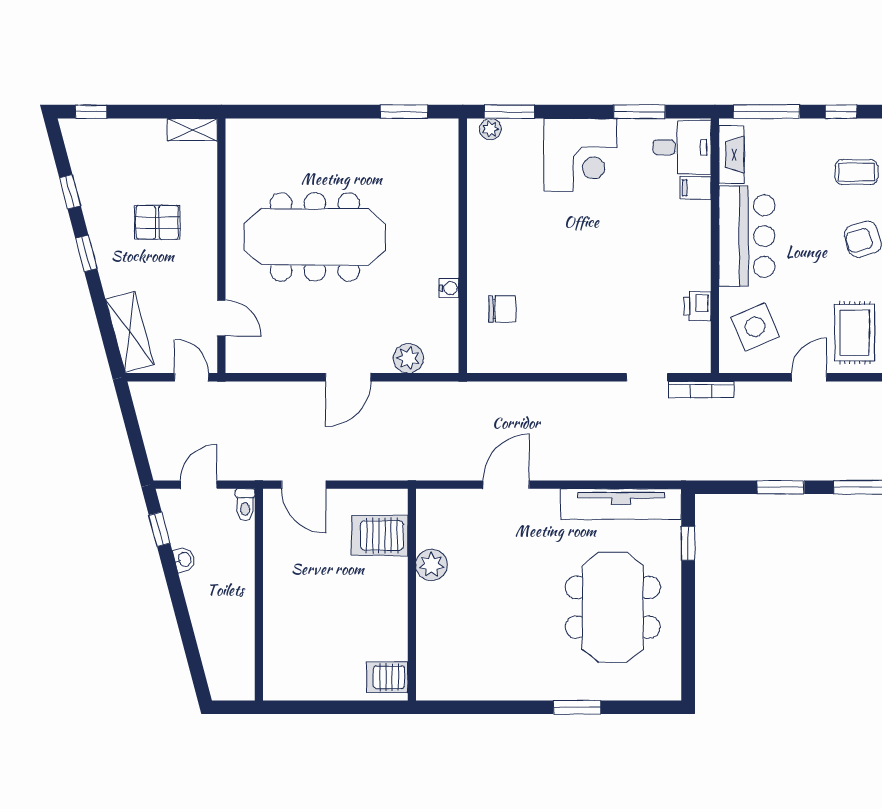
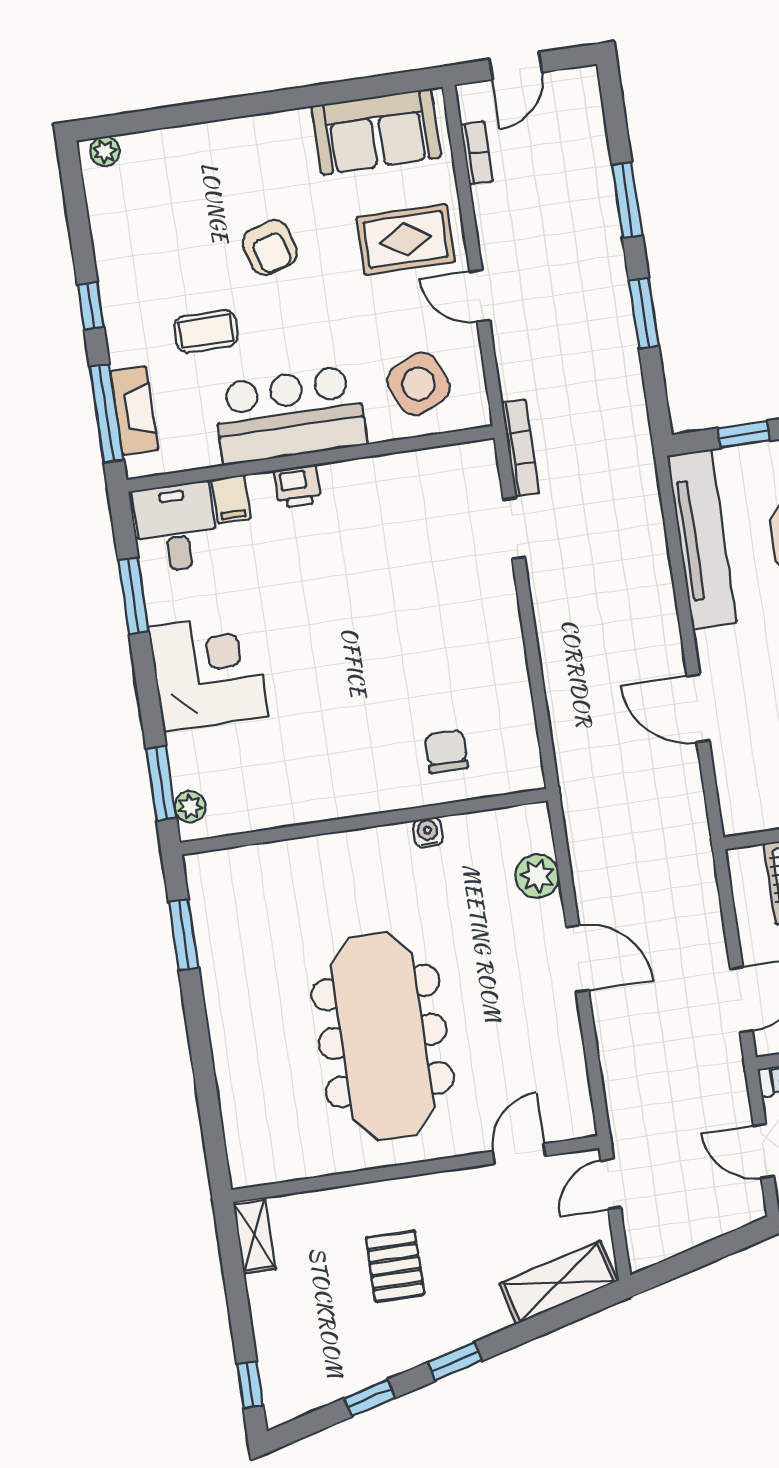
fireplace: (731, 155) -> (134, 411), moved, turned 90
coffee table: (856, 172) -> (206, 331), moved, turned 90
printer: (698, 306) -> (298, 486), moved

